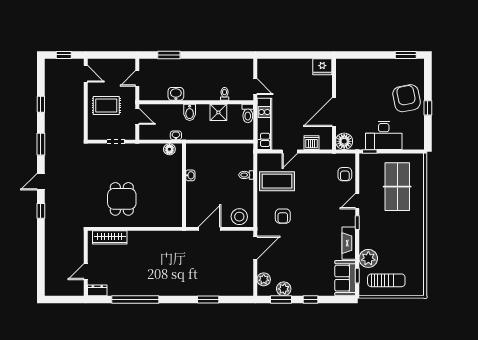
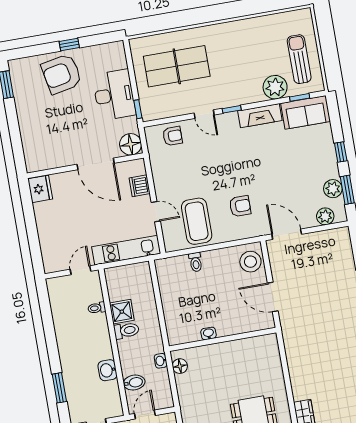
bidet: (190, 112) -> (134, 383), moved
toilet: (248, 113) -> (126, 331), moved

